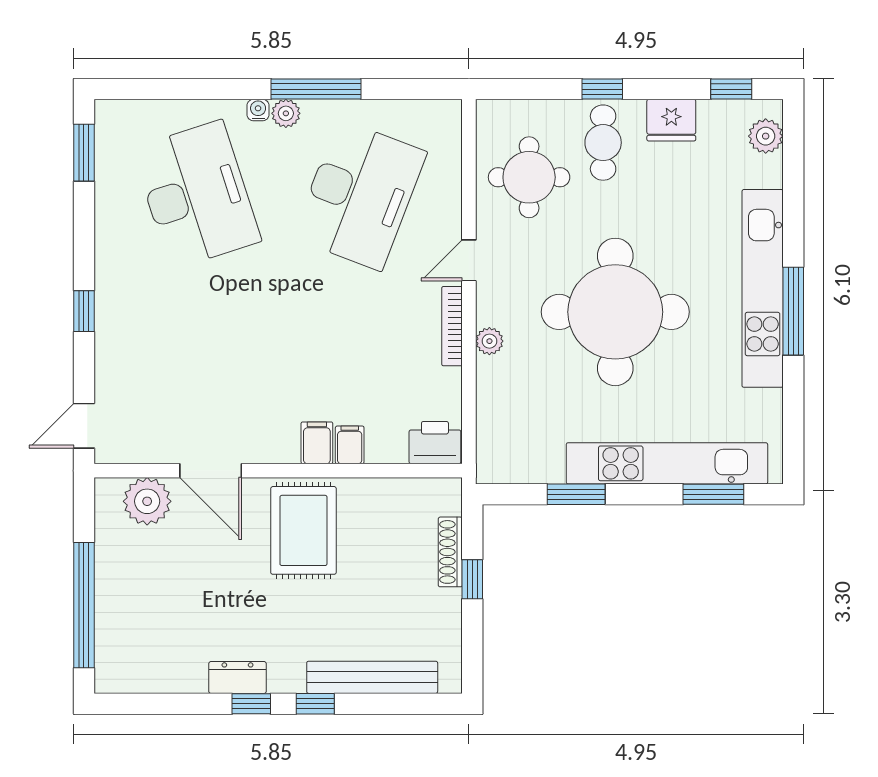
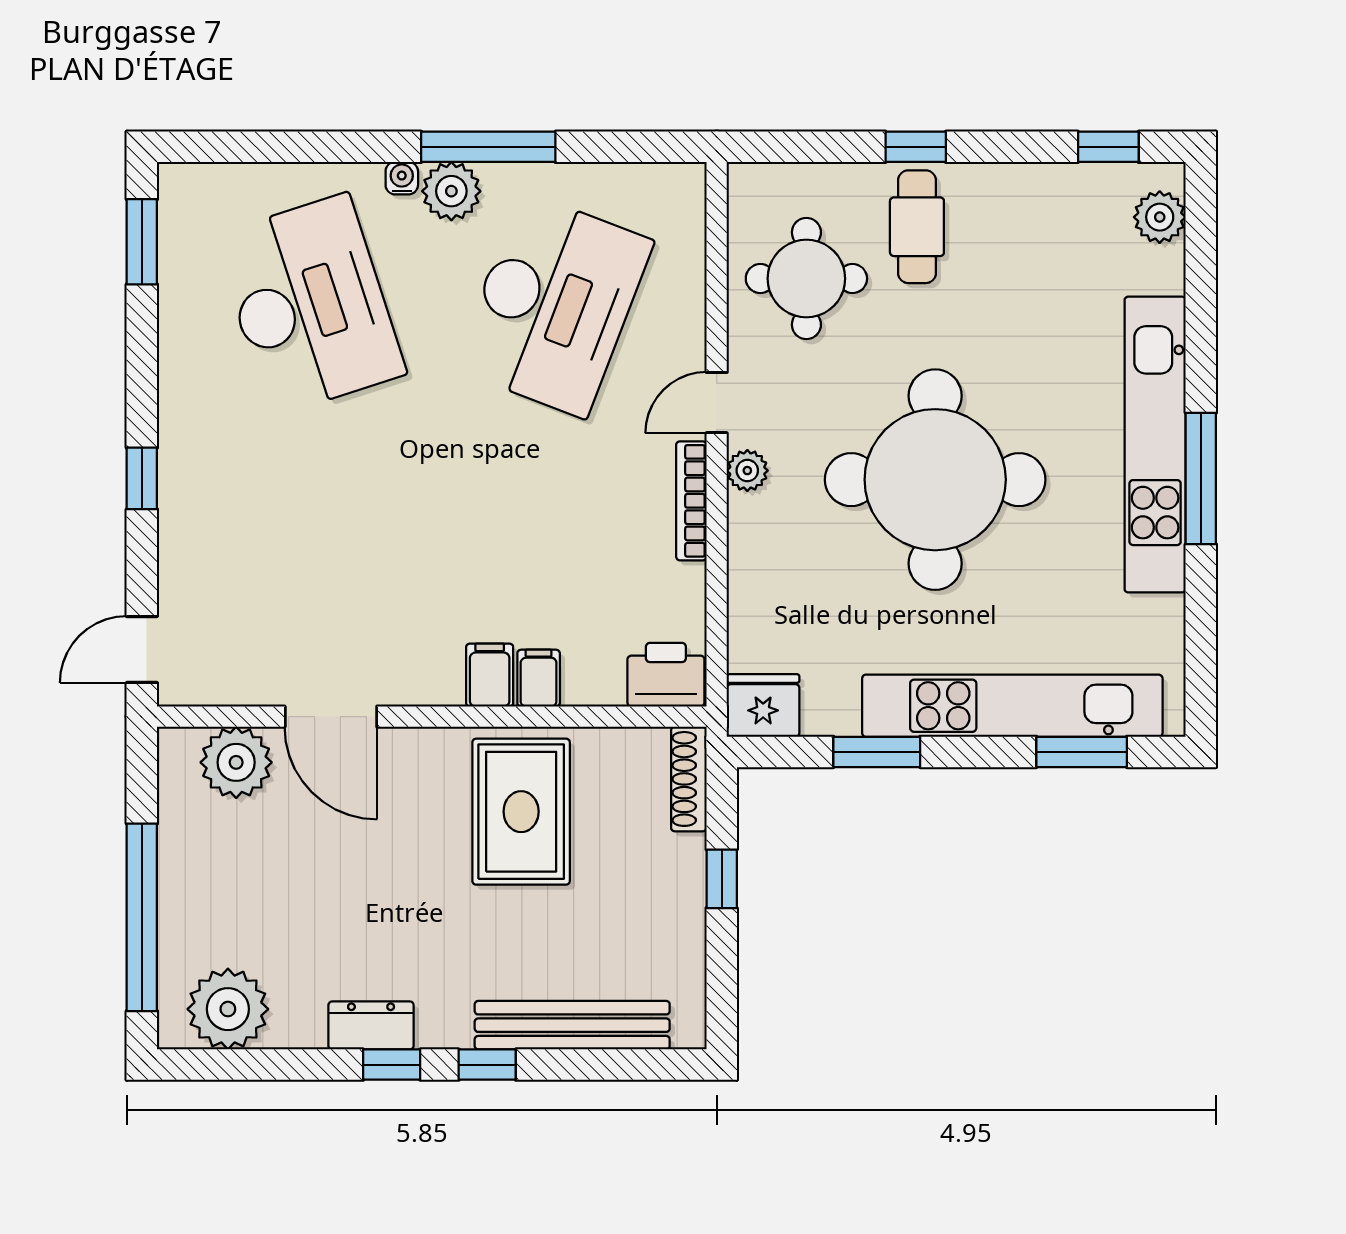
plant: (286, 113) -> (451, 191), width x1.38, depth x1.38
fridge: (671, 120) -> (763, 705), moved, turned 180
plant: (489, 341) -> (747, 471), moved
rug: (303, 530) -> (521, 812), moved
shoe rack: (450, 552) -> (689, 779), moved
plant: (142, 666) -> (228, 1009), added

